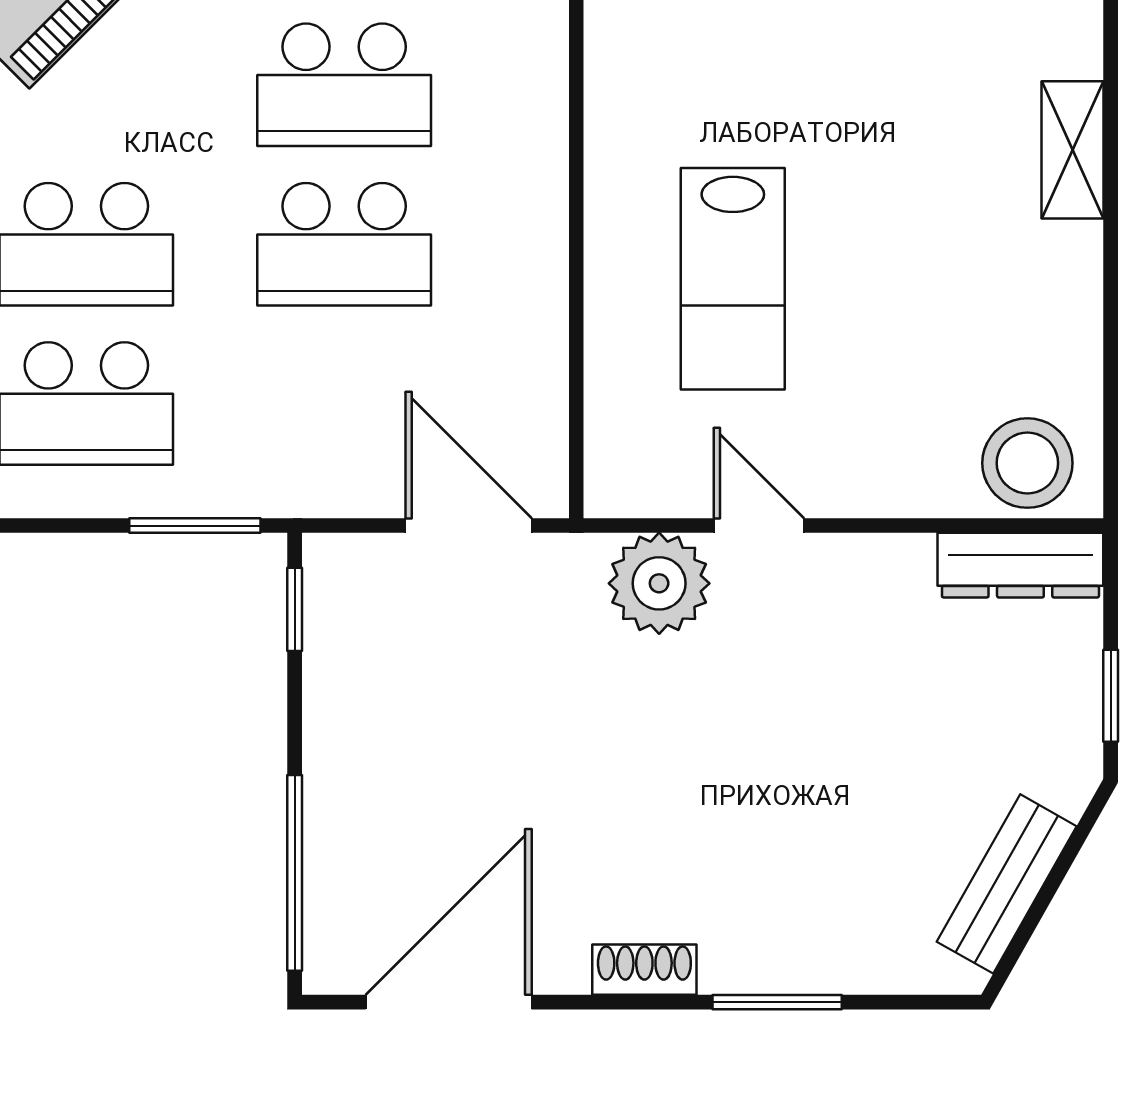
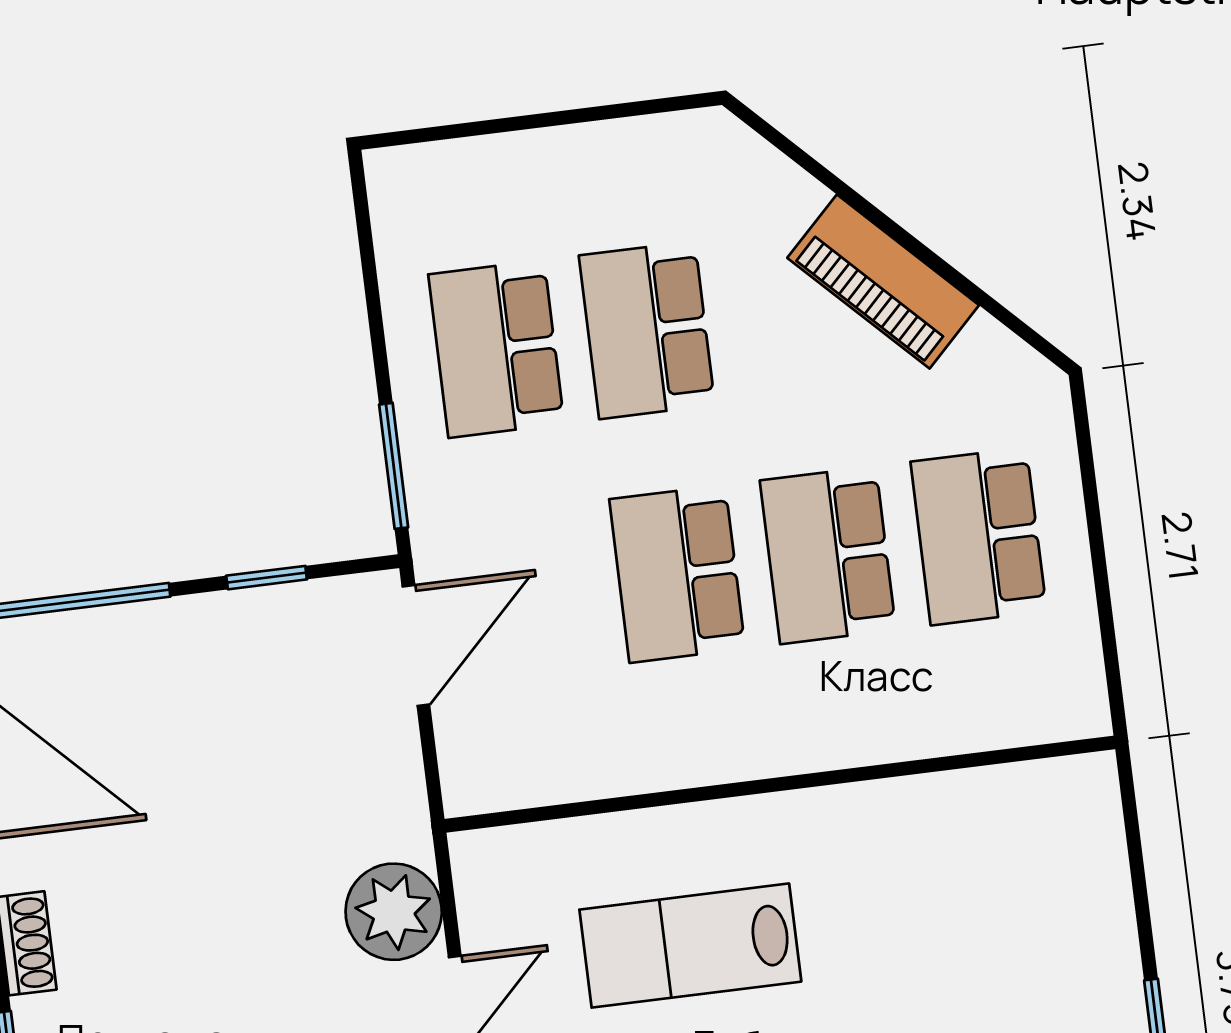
door: (469, 526) -> (416, 645), moved
window: (295, 609) -> (267, 578), moved

